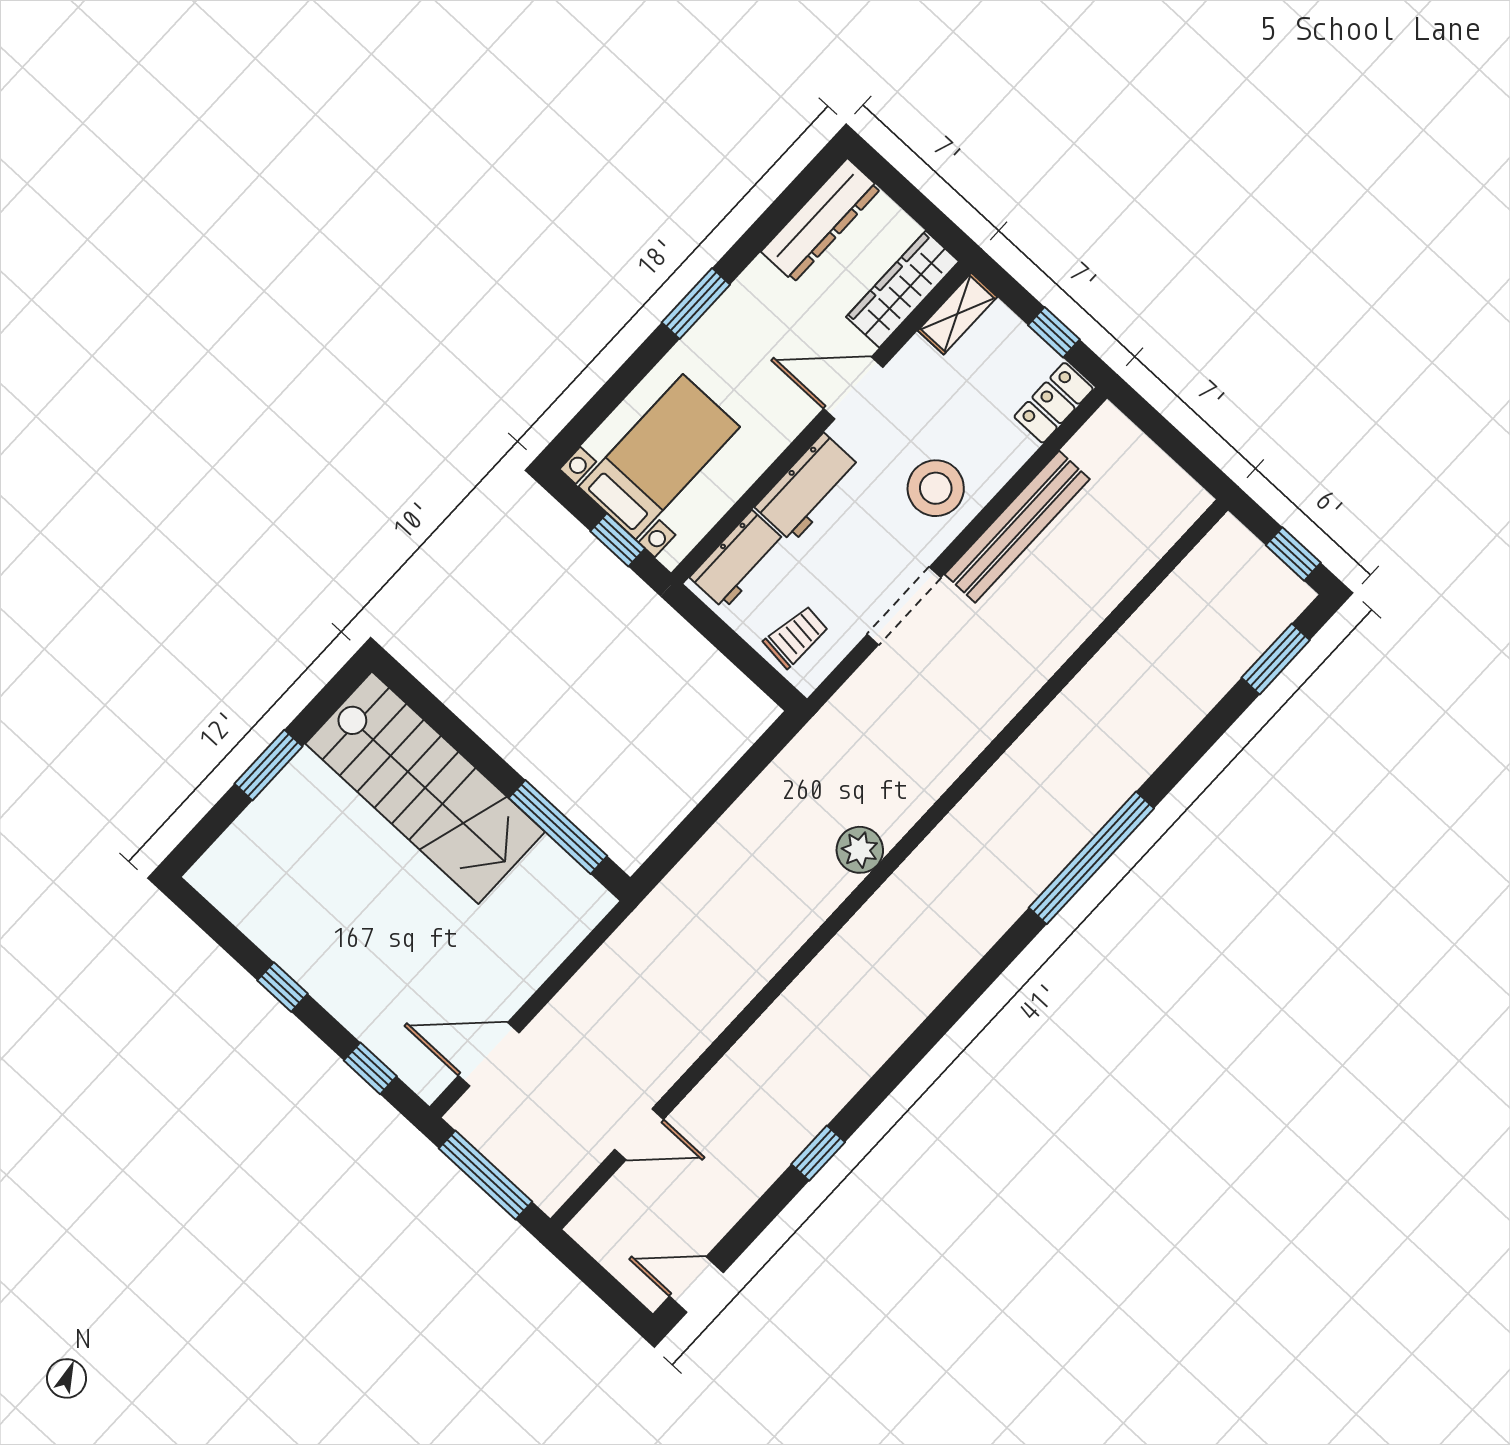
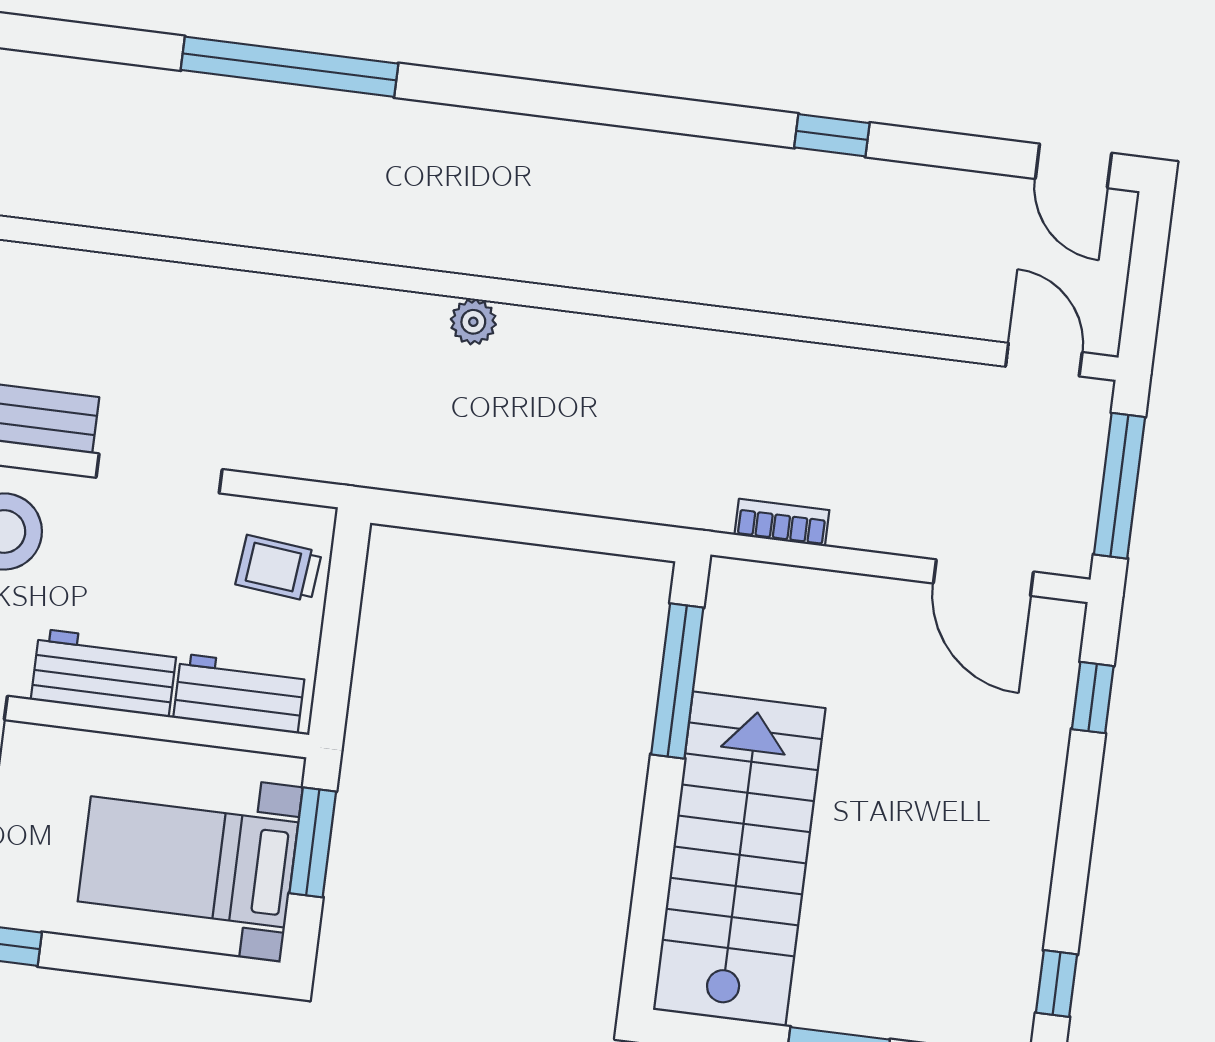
window: (618, 540) -> (313, 842), width x1.50
plant: (860, 850) -> (473, 322), width x0.73, depth x0.73
bookcase: (608, 957) -> (782, 522), added
window: (282, 987) -> (1057, 984), moved
door: (639, 1134) -> (1044, 360), moved

